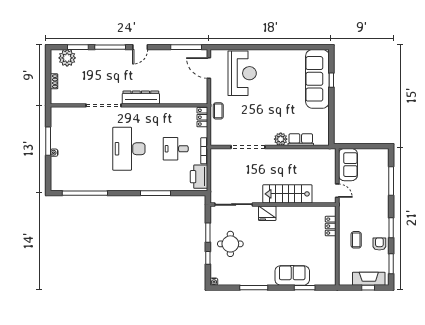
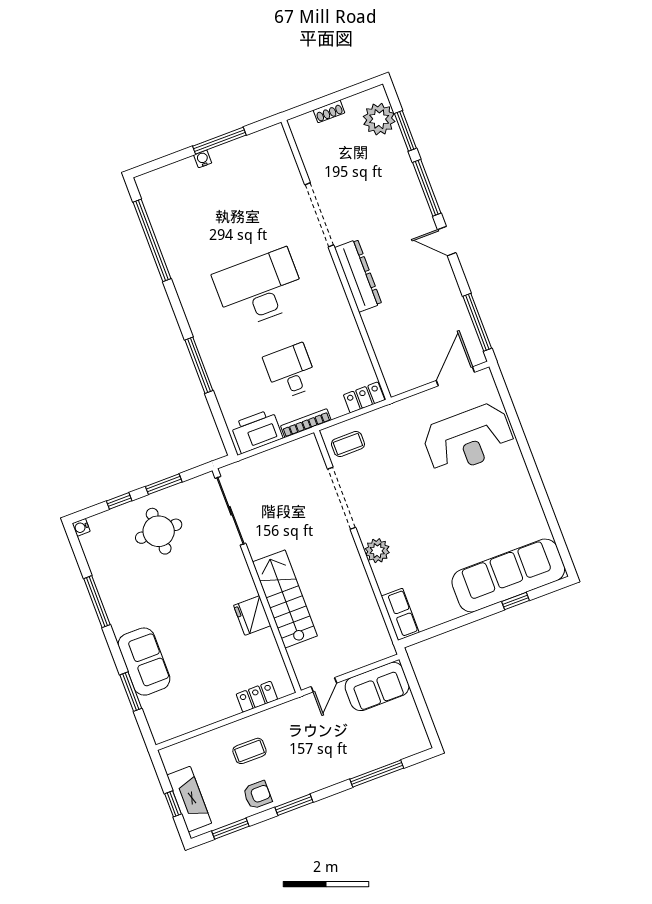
coffee table: (218, 111) -> (348, 444), moved
row of seats: (301, 140) -> (400, 614), moved
fridge: (267, 213) -> (252, 615), moved

